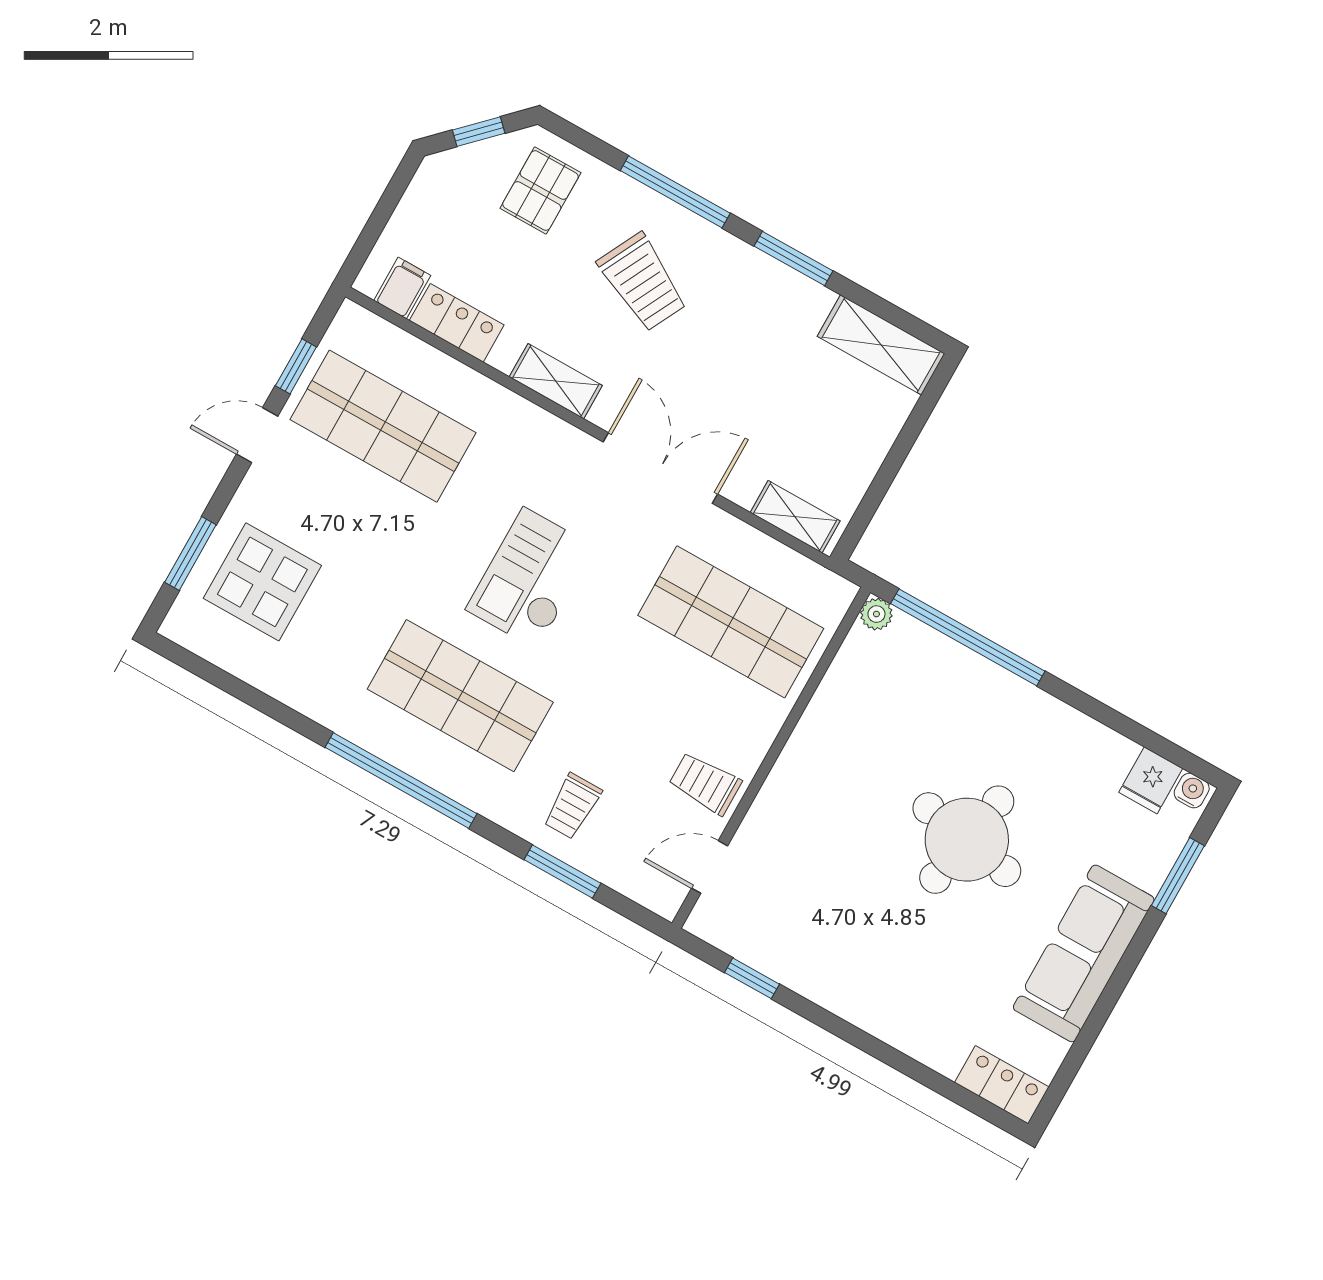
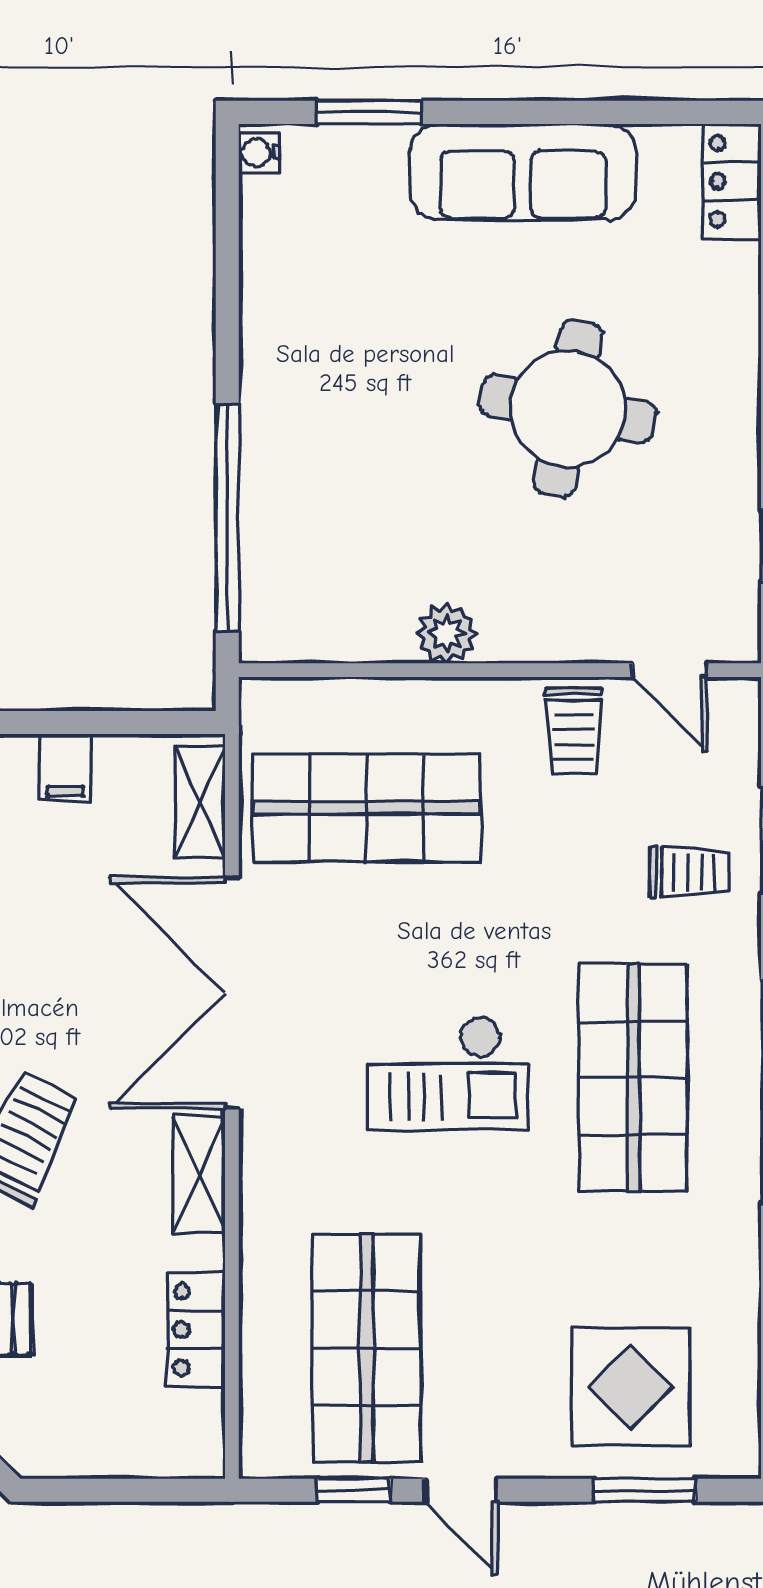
filing cabinet: (402, 288) -> (65, 768), moved, turned -90
double door: (660, 468) -> (232, 993), width x1.36
plant: (876, 614) -> (447, 633), moved, width x1.38, depth x1.38
shop shelf: (731, 622) -> (367, 808), turned 90
fridge: (1151, 780) -> (274, 208), removed
round table: (967, 840) -> (568, 409), moved

